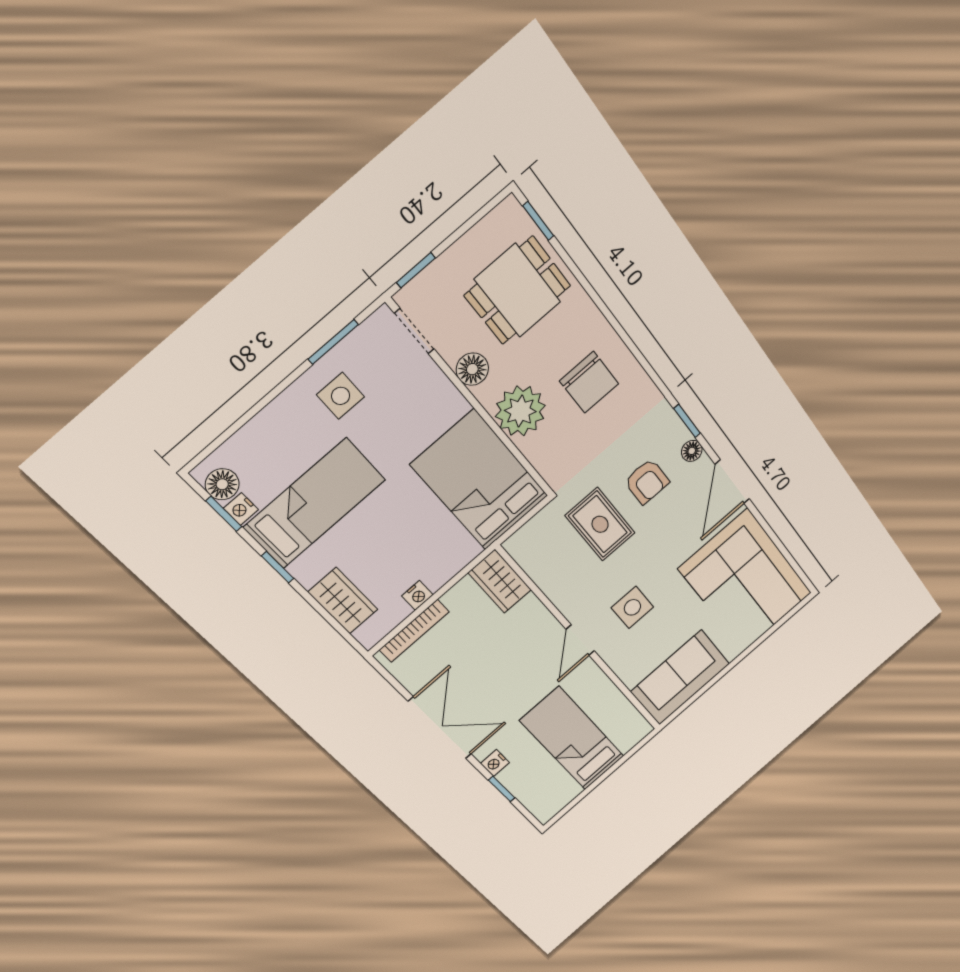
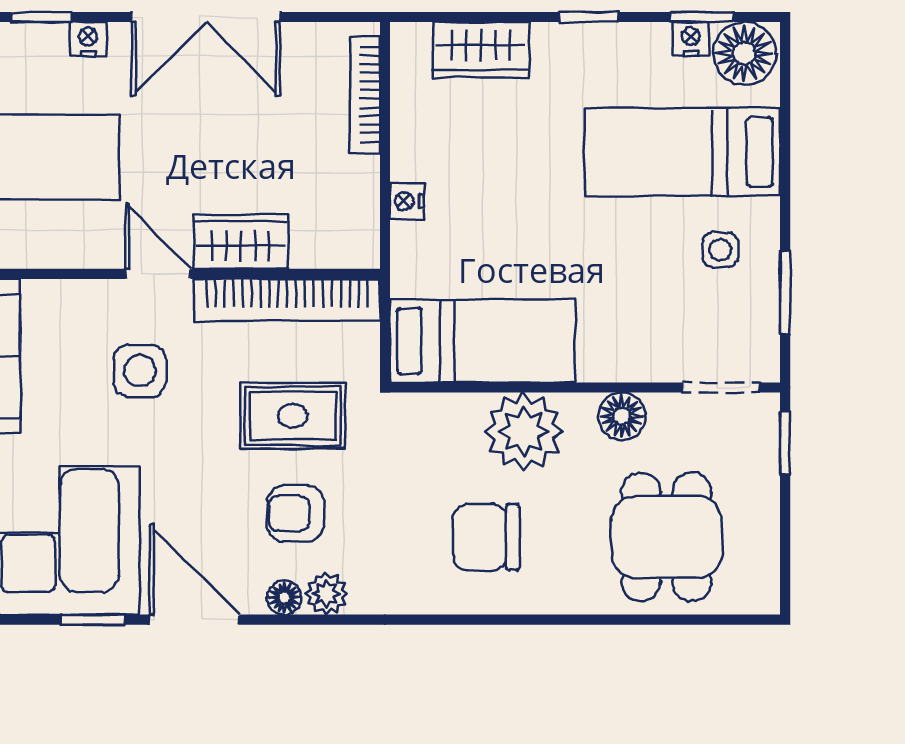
window: (538, 221) -> (724, 620), removed
side table: (341, 396) -> (720, 250), width x0.73, depth x0.73
window: (687, 421) -> (93, 620), moved
plant: (675, 433) -> (326, 594), added
bed: (480, 480) -> (482, 341), width x0.67
floor lamp: (222, 484) -> (744, 53), width x1.38, depth x1.38
bed: (315, 503) -> (683, 152), moved, turned 90
bookcase: (546, 576) -> (287, 300), added
wardrobe: (500, 581) -> (241, 241), moved
nightstand: (417, 595) -> (407, 201), moved

